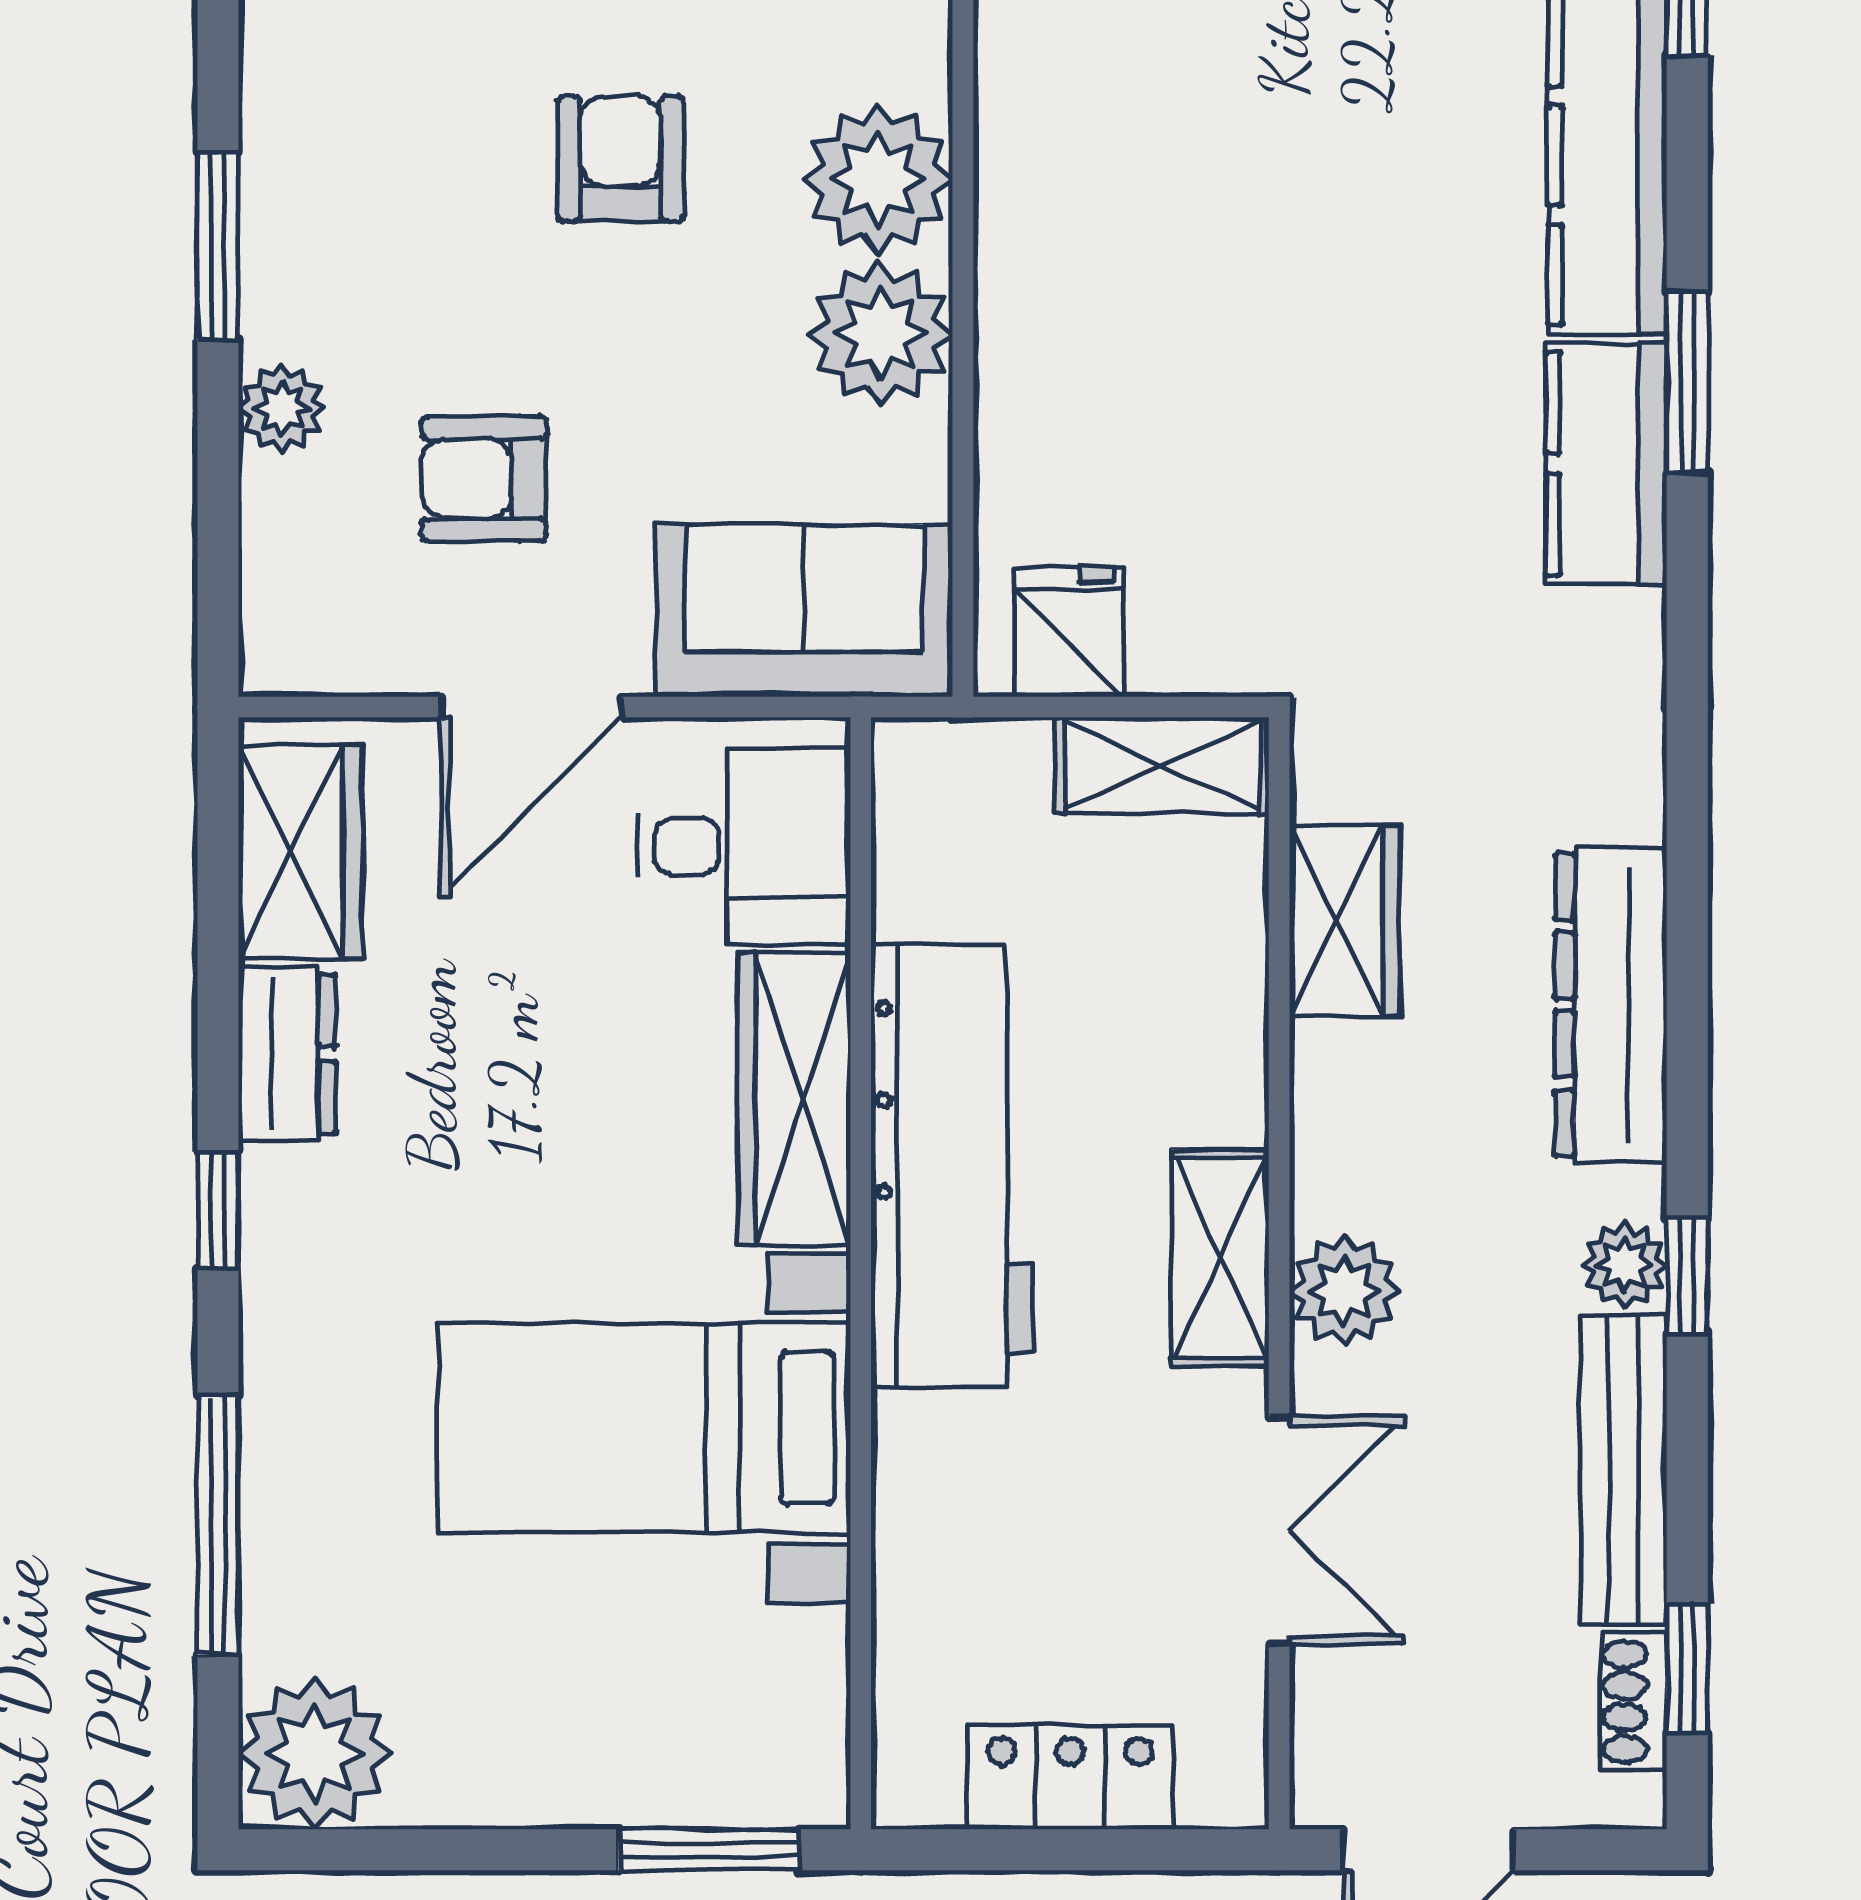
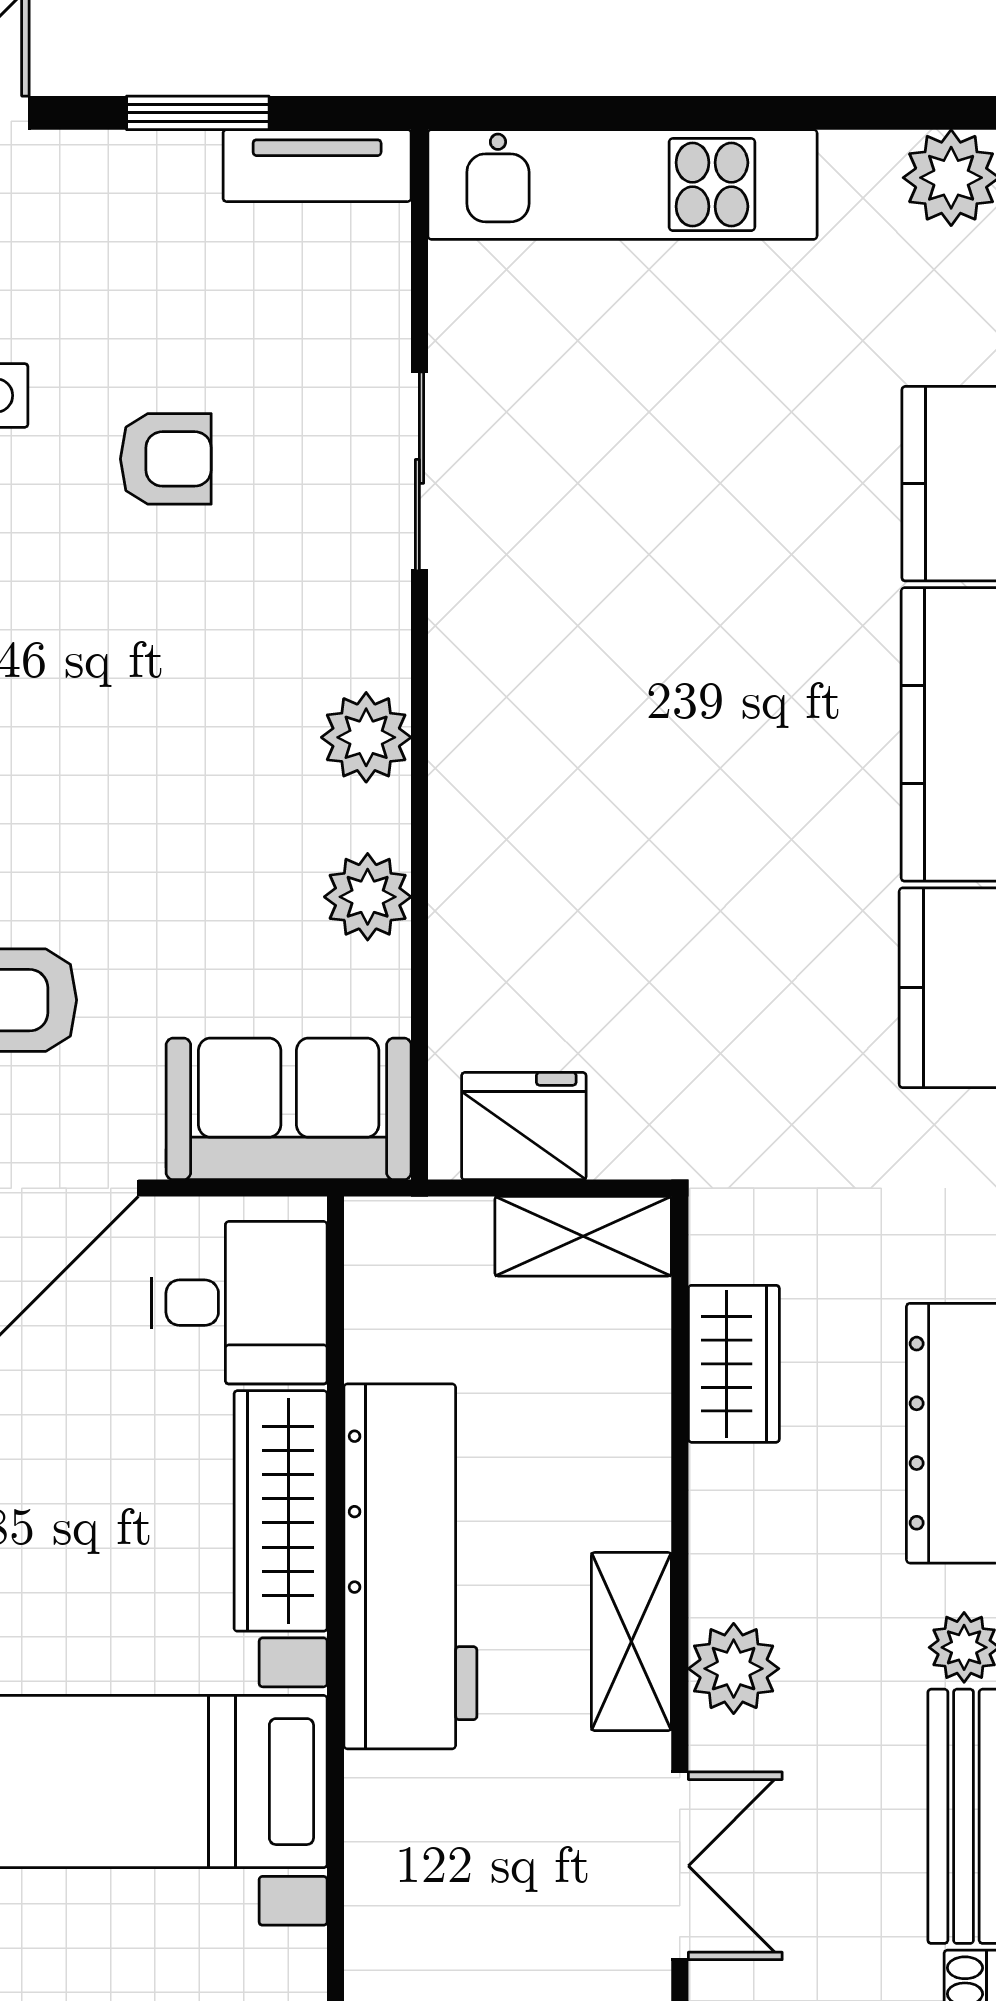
armchair: (621, 158) -> (138, 737), removed
plant: (878, 179) -> (366, 737), width x0.73, depth x0.73
plant: (881, 334) -> (368, 897), width x0.73, depth x0.73
fridge: (1069, 632) -> (524, 1126), width x1.38

